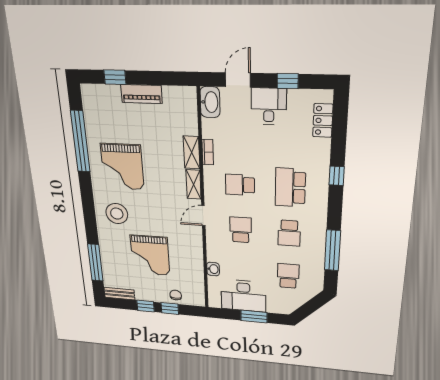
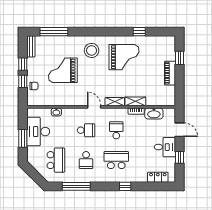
washbasin: (210, 102) -> (154, 114), moved
window: (80, 141) -> (139, 32), width x0.32
grand piano: (122, 167) -> (124, 57), turned 180
school desk: (289, 233) -> (86, 160), turned -90
school desk: (288, 276) -> (56, 160), width x1.85

